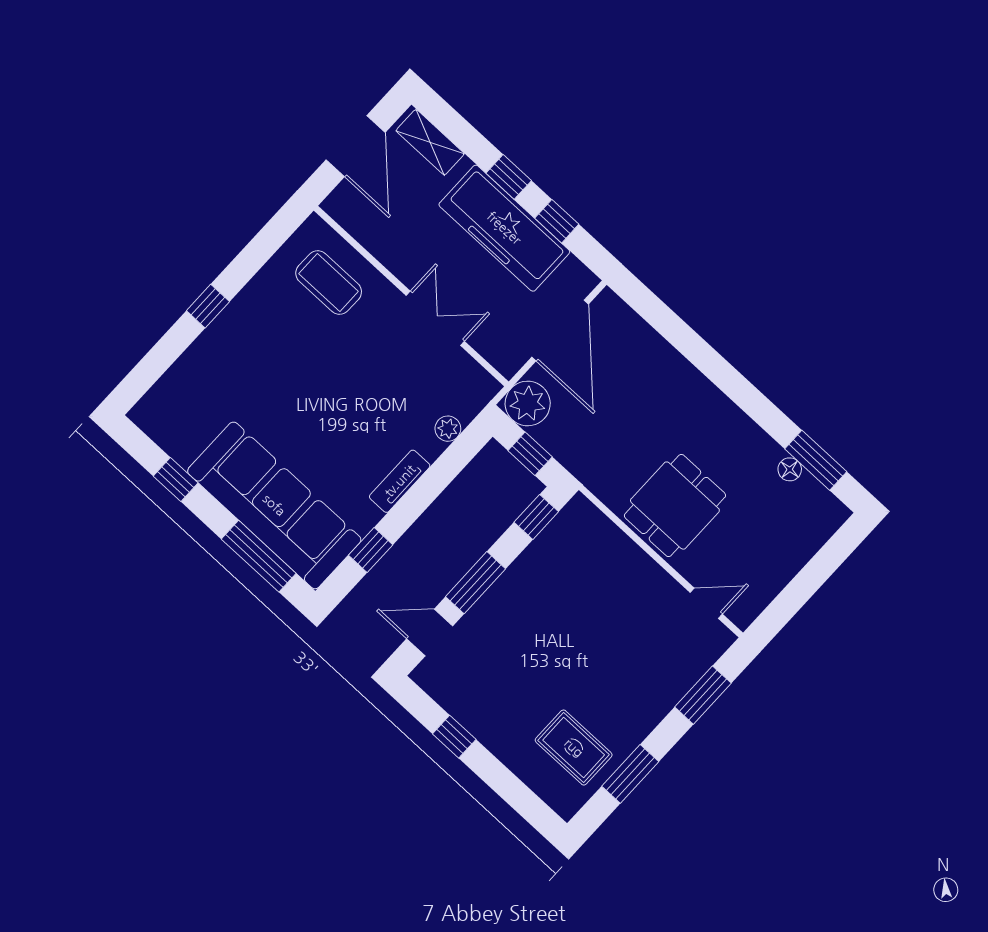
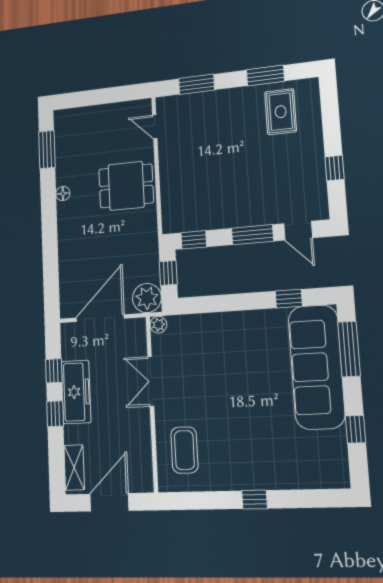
freezer: (504, 228) -> (76, 392), width x0.73, depth x0.79
plant: (448, 429) -> (158, 325), moved
floor lamp: (790, 469) -> (63, 194), moved
tv unit: (400, 481) -> (242, 319), removed

